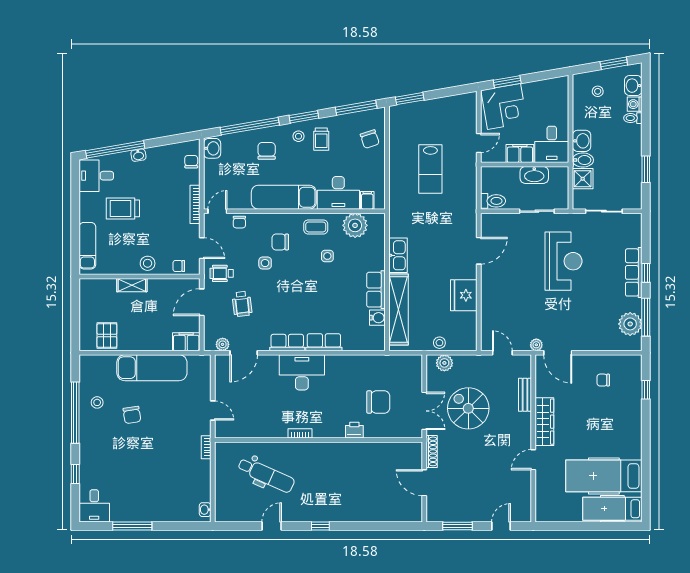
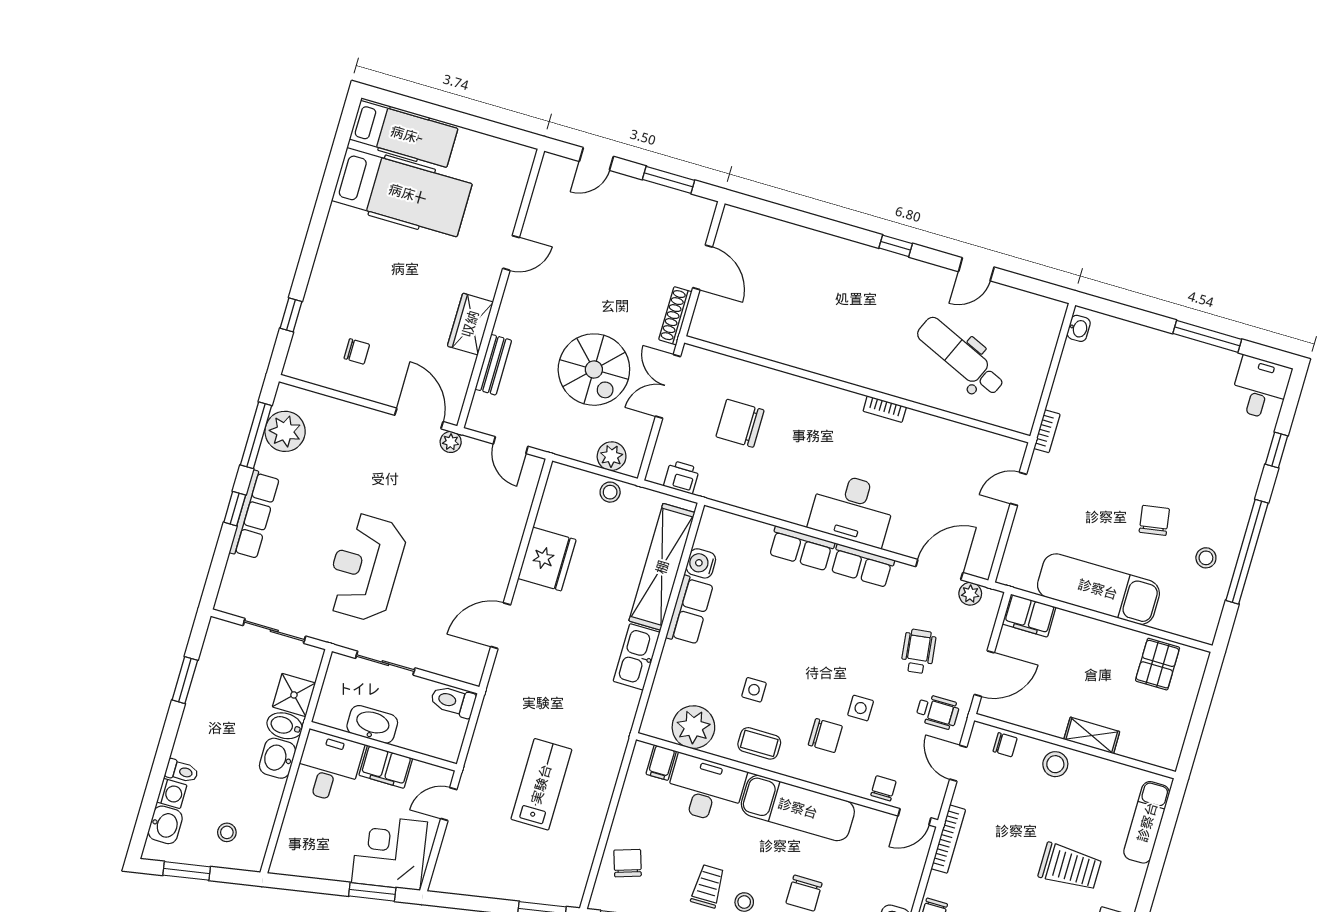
door: (213, 411) -> (1018, 489), hinge flipped
wardrobe: (544, 422) -> (470, 324), width x0.67
printer: (354, 430) -> (681, 477), moved, turned 180

